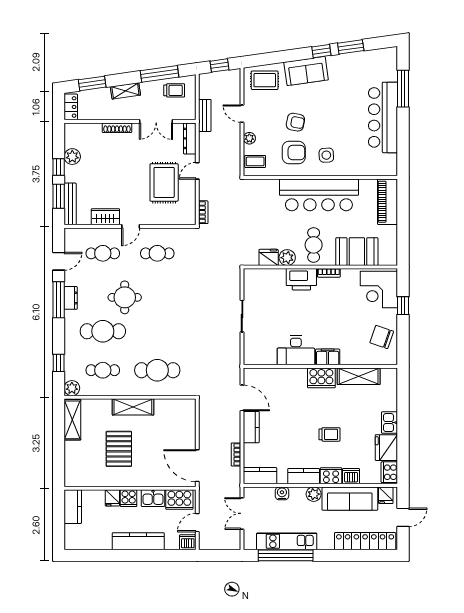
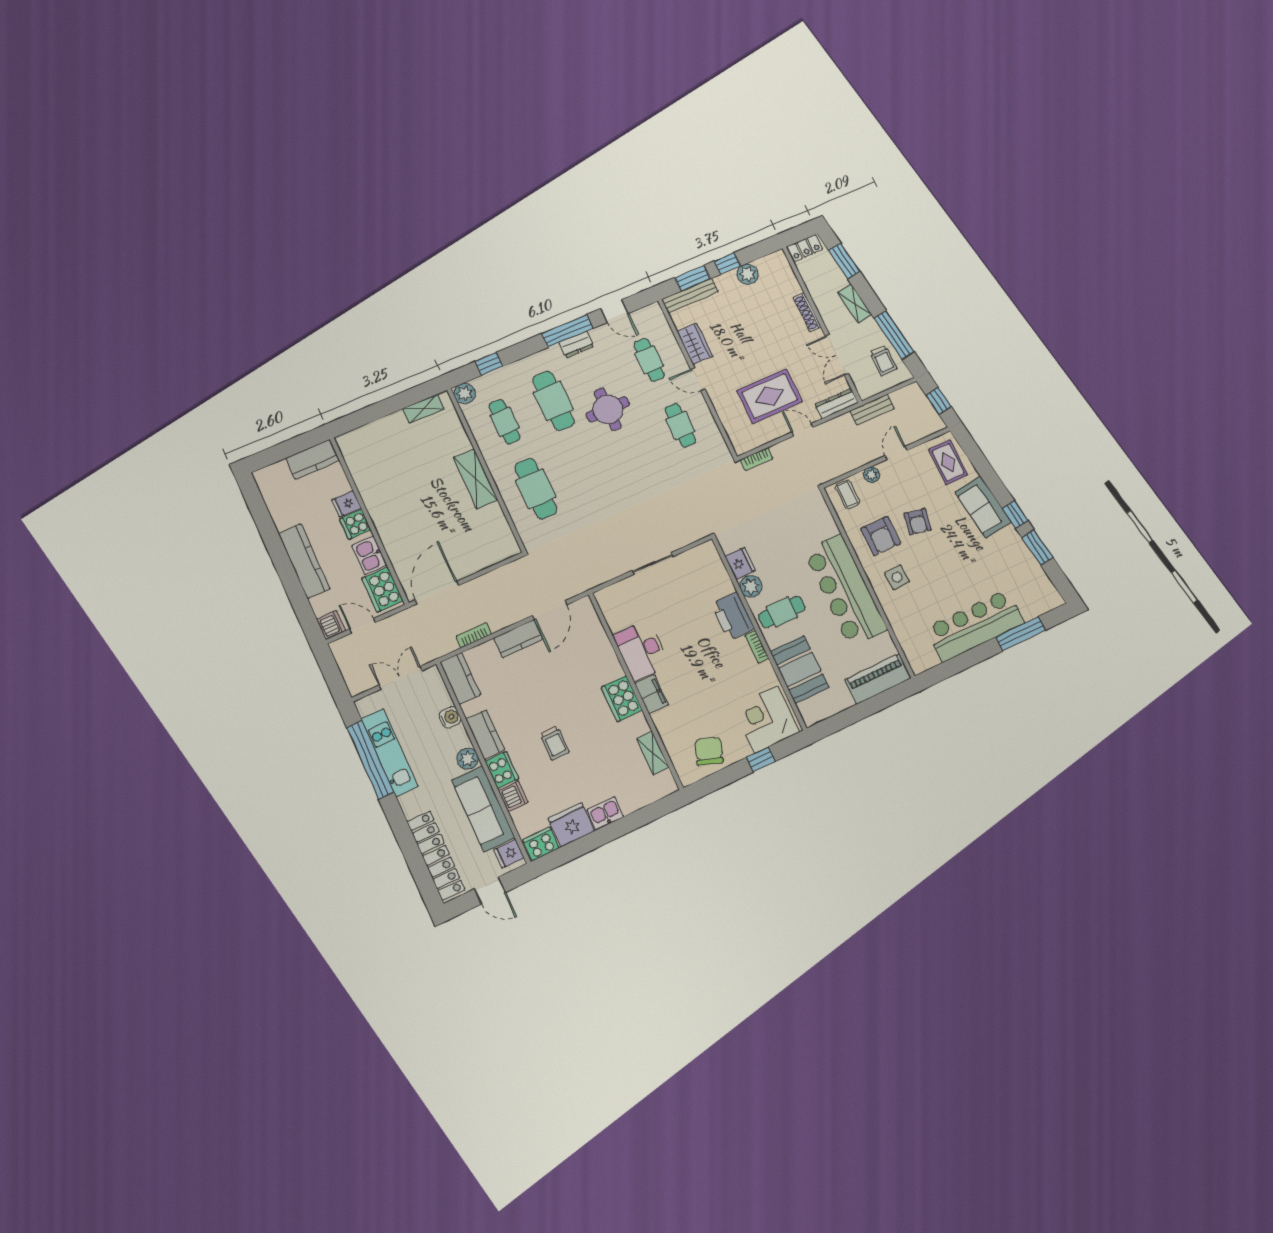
shelving: (359, 376) -> (653, 753), width x0.67, depth x0.75
shelving: (72, 420) -> (423, 409), width x0.67, depth x0.75
pallet: (119, 449) -> (414, 485), removed

